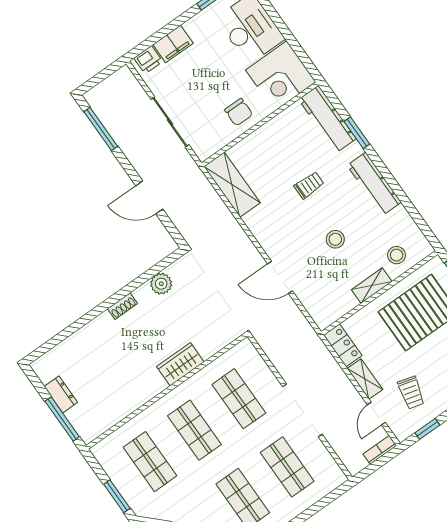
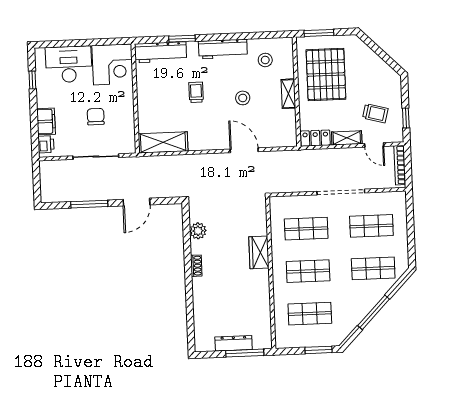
chair: (239, 112) -> (96, 117), moved, turned -90
window: (101, 129) -> (89, 204), moved
stool: (397, 255) -> (265, 60), moved
door: (280, 277) -> (244, 150), swing flipped
dresser: (61, 394) -> (234, 343), width x1.44
bookcase: (380, 450) -> (400, 165), width x1.56

